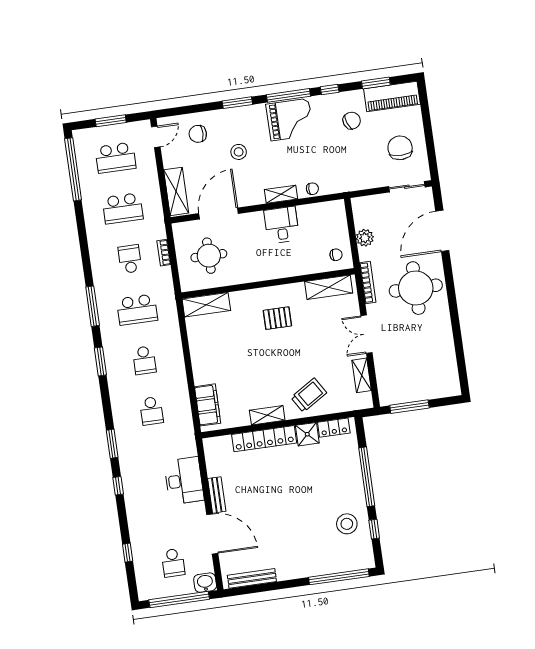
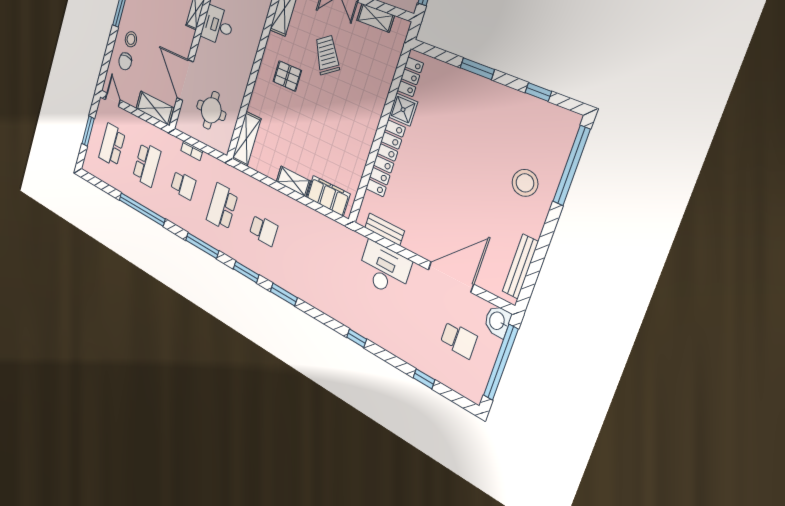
stool: (239, 152) -> (131, 39), moved
school desk: (115, 158) -> (112, 145), turned 180
window: (73, 169) -> (142, 209), moved
school desk: (130, 259) -> (183, 185), turned 180
school desk: (137, 310) -> (222, 207), turned 180
pallet: (277, 318) -> (287, 76), turned 90
trolley: (309, 395) -> (327, 55), moved
school desk: (152, 411) -> (307, 255), removed
shelving: (267, 415) -> (293, 181), moved, turned 90
window: (112, 444) -> (284, 295), moved
window: (367, 477) -> (477, 69), width x0.47
bench: (217, 495) -> (384, 229), moved
stool: (347, 524) -> (525, 183), moved

